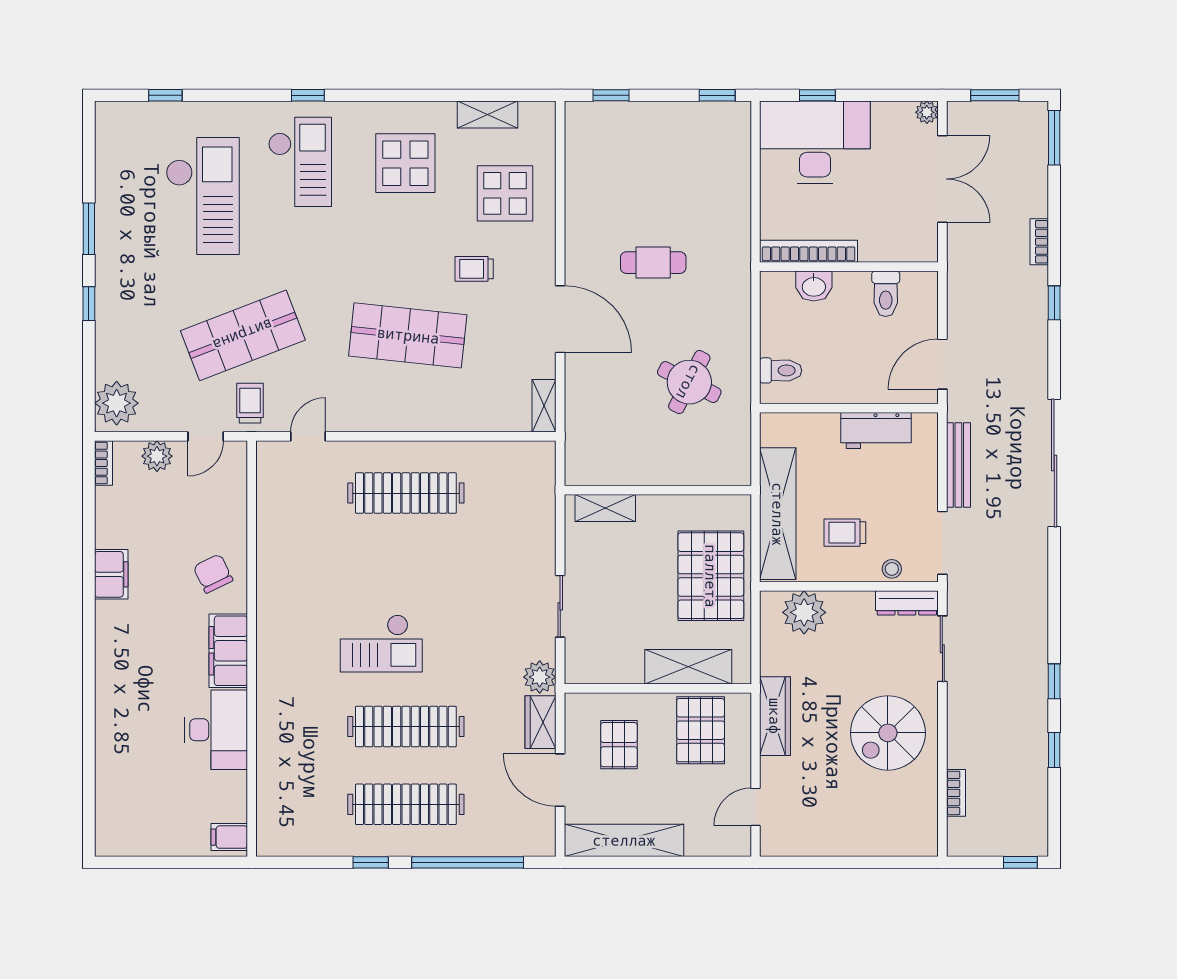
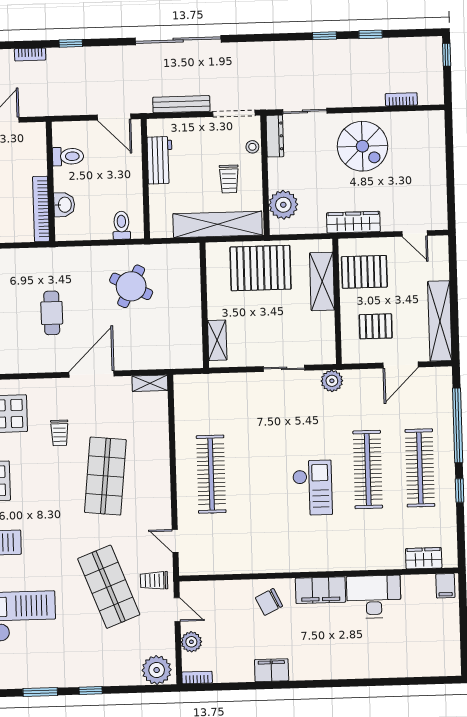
wardrobe: (541, 722) -> (424, 558), moved, turned 180

